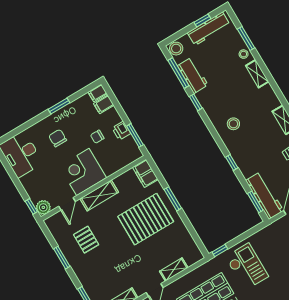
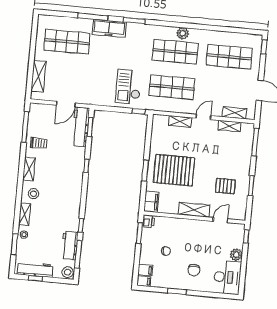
stool: (233, 124) -> (33, 194), moved
printer: (121, 131) -> (148, 221), moved
corner desk: (83, 172) -> (194, 234), removed
plant: (43, 207) -> (236, 255), moved
pallet: (86, 240) -> (225, 186), turned 90

